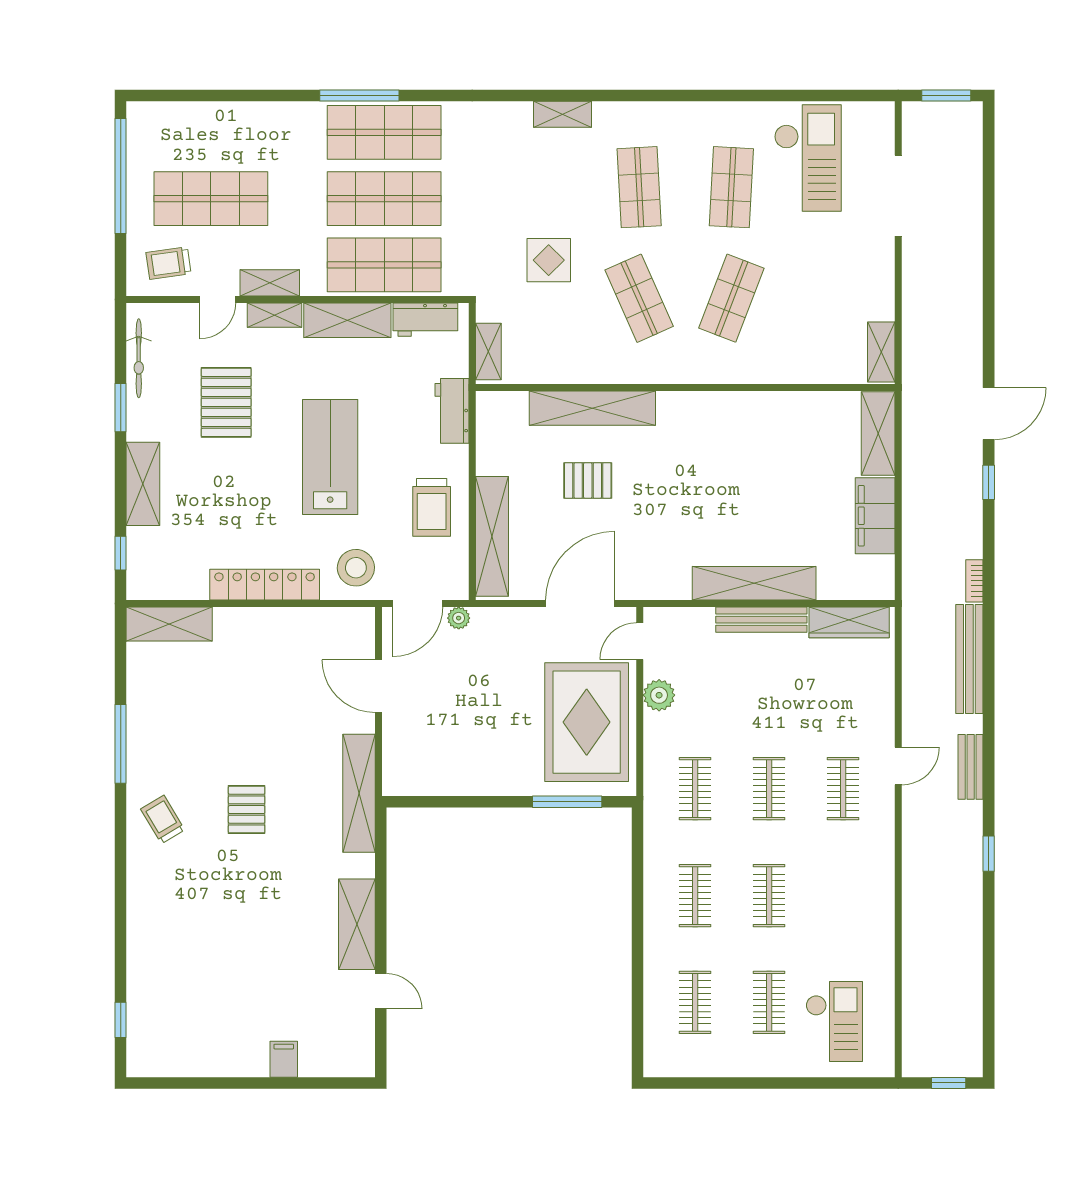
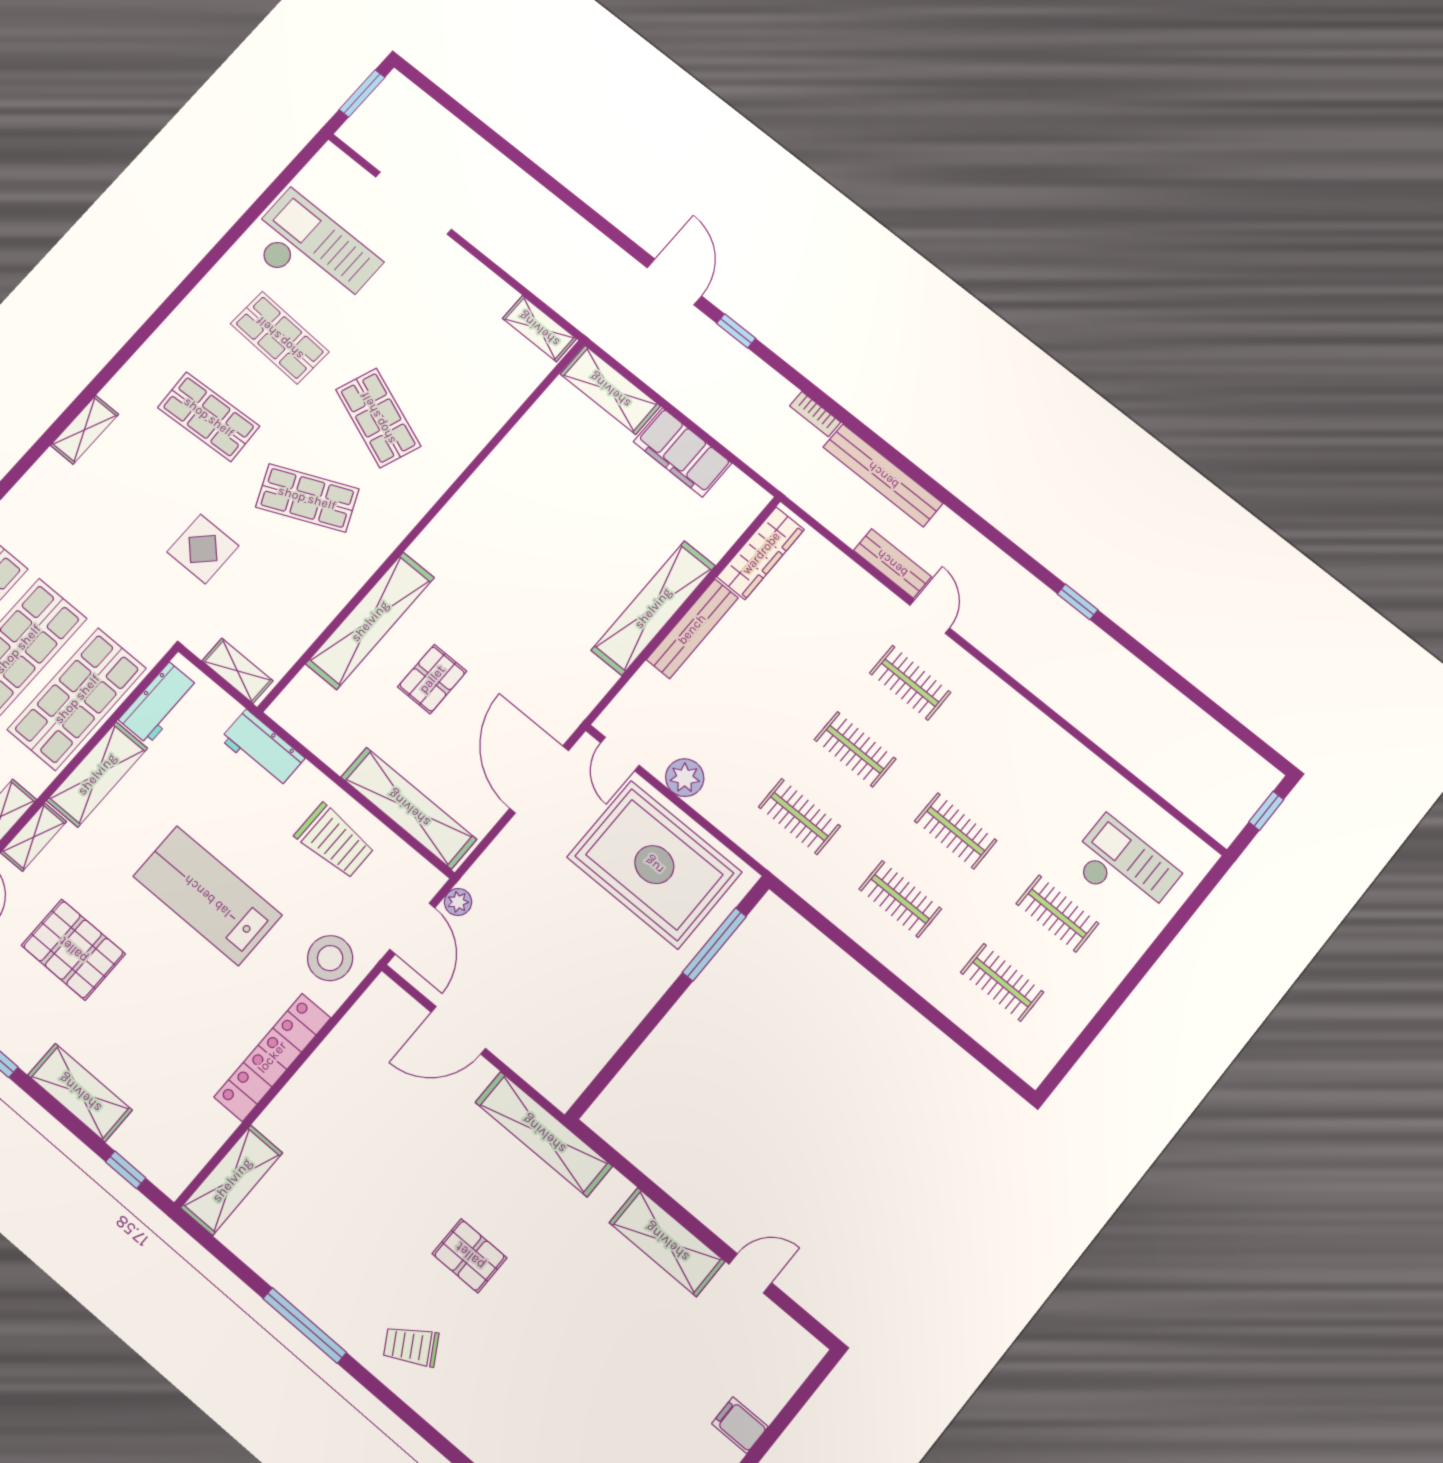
bench: (971, 767) -> (892, 563), moved

